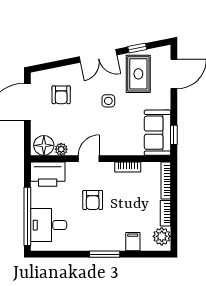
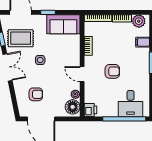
window: (174, 135) -> (48, 12), moved
printer: (48, 174) -> (91, 110), width x0.53, depth x0.68

